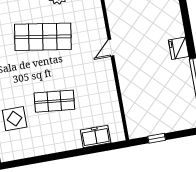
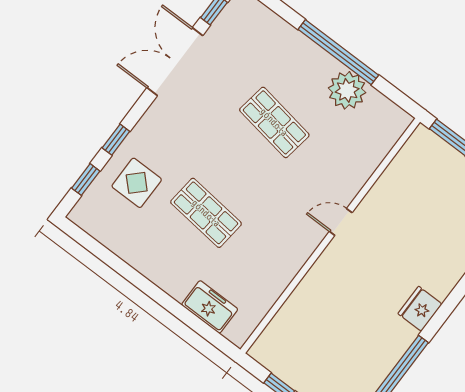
shop shelf: (43, 37) -> (274, 122), width x0.70, depth x0.74

